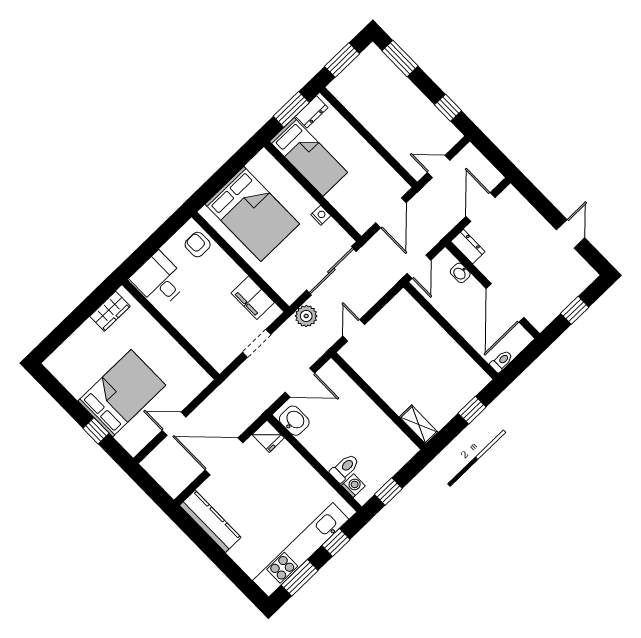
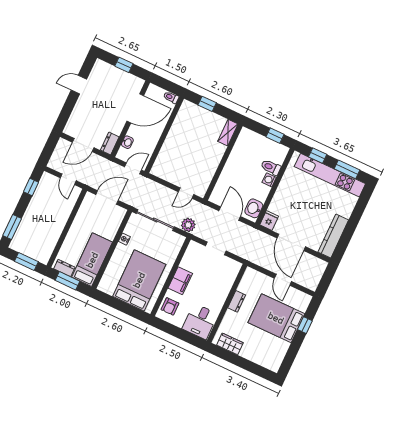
filing cabinet: (253, 298) -> (180, 281), moved
dresser: (168, 344) -> (237, 301), added
washing machine: (353, 486) -> (269, 180), moved

